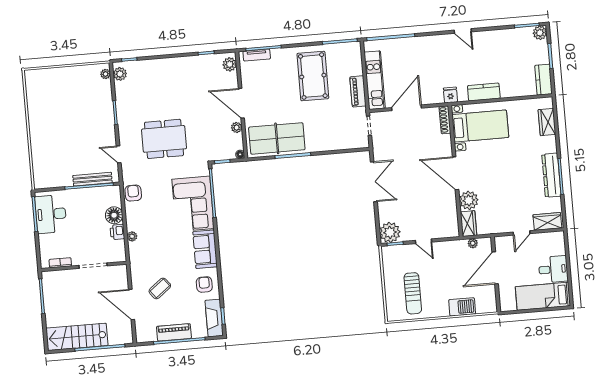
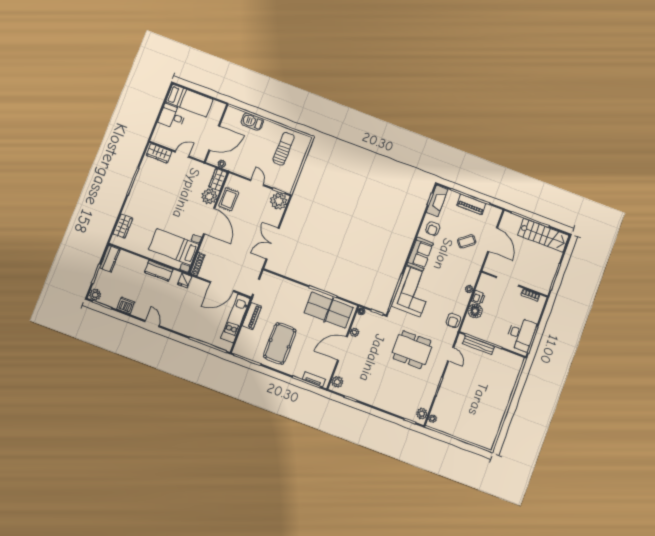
dishwasher: (501, 37) -> (126, 305), added
door: (241, 103) -> (342, 349), swing flipped
dresser: (551, 175) -> (139, 185), removed
rug: (446, 208) -> (229, 199), added

